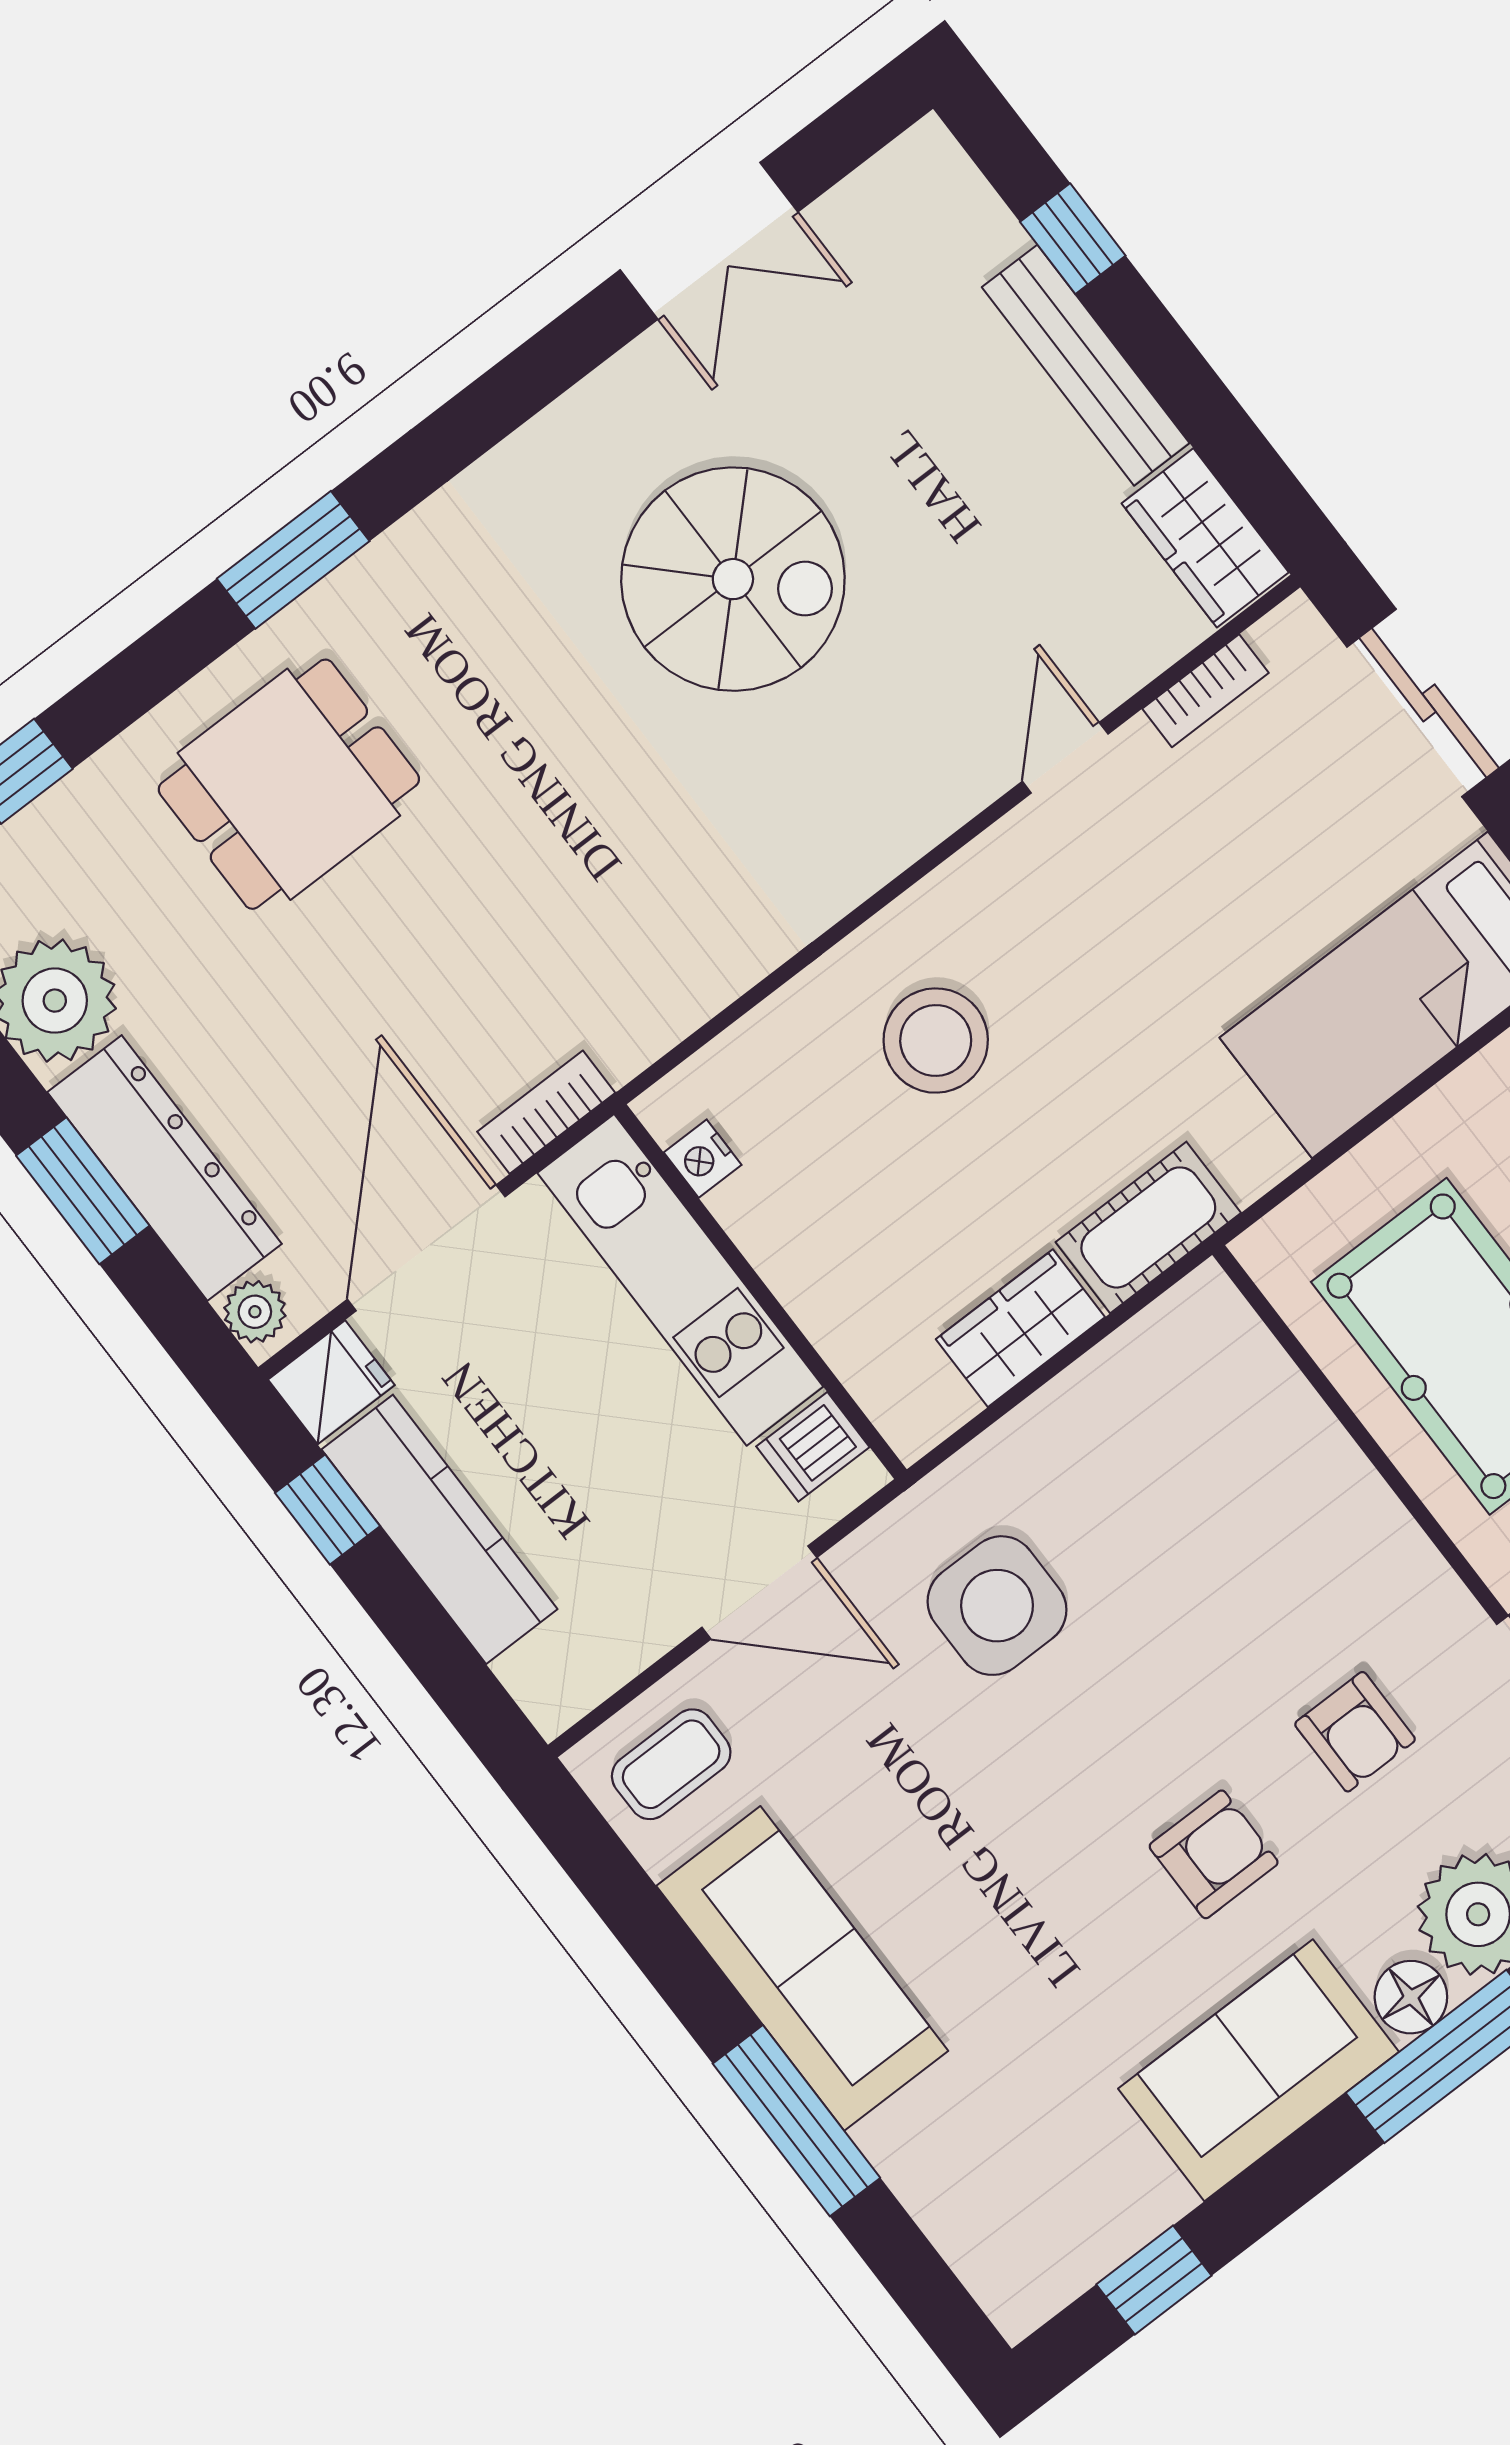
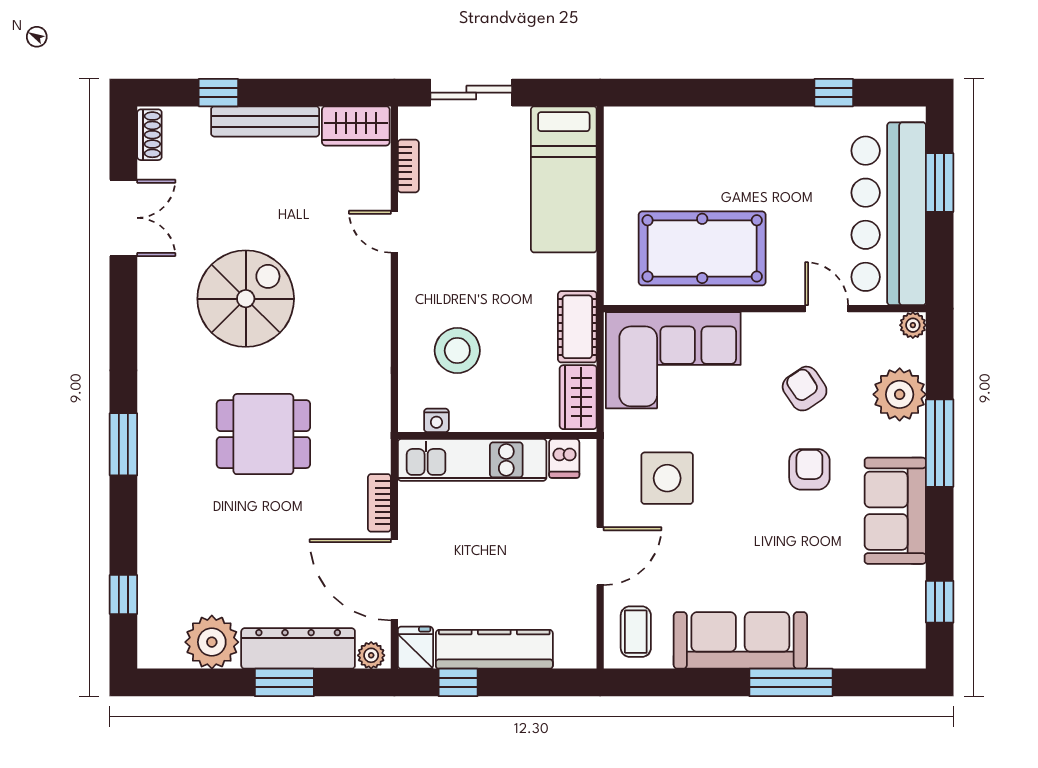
shoe rack: (898, 171) -> (149, 135), added
dining table: (289, 784) -> (263, 434), moved, turned 90
nightstand: (703, 1159) -> (436, 420), moved
kitchen unit: (680, 1280) -> (472, 460), moved
wall: (760, 1292) -> (497, 436), moved
dishwasher: (813, 1447) -> (564, 458), moved
corner sofa: (1222, 1451) -> (673, 360), added
armchair: (1355, 1732) -> (805, 389), turned -124
floor lamp: (1411, 1997) -> (910, 439), removed

